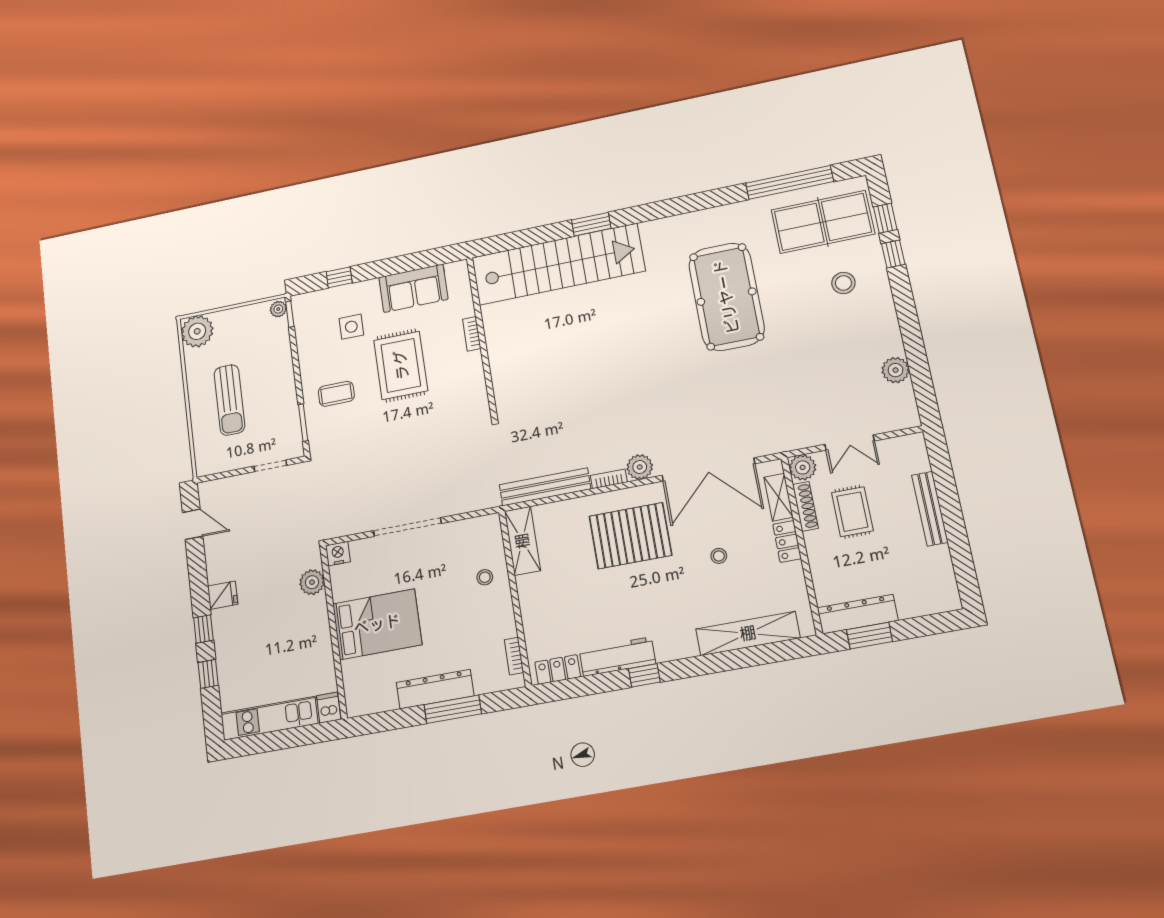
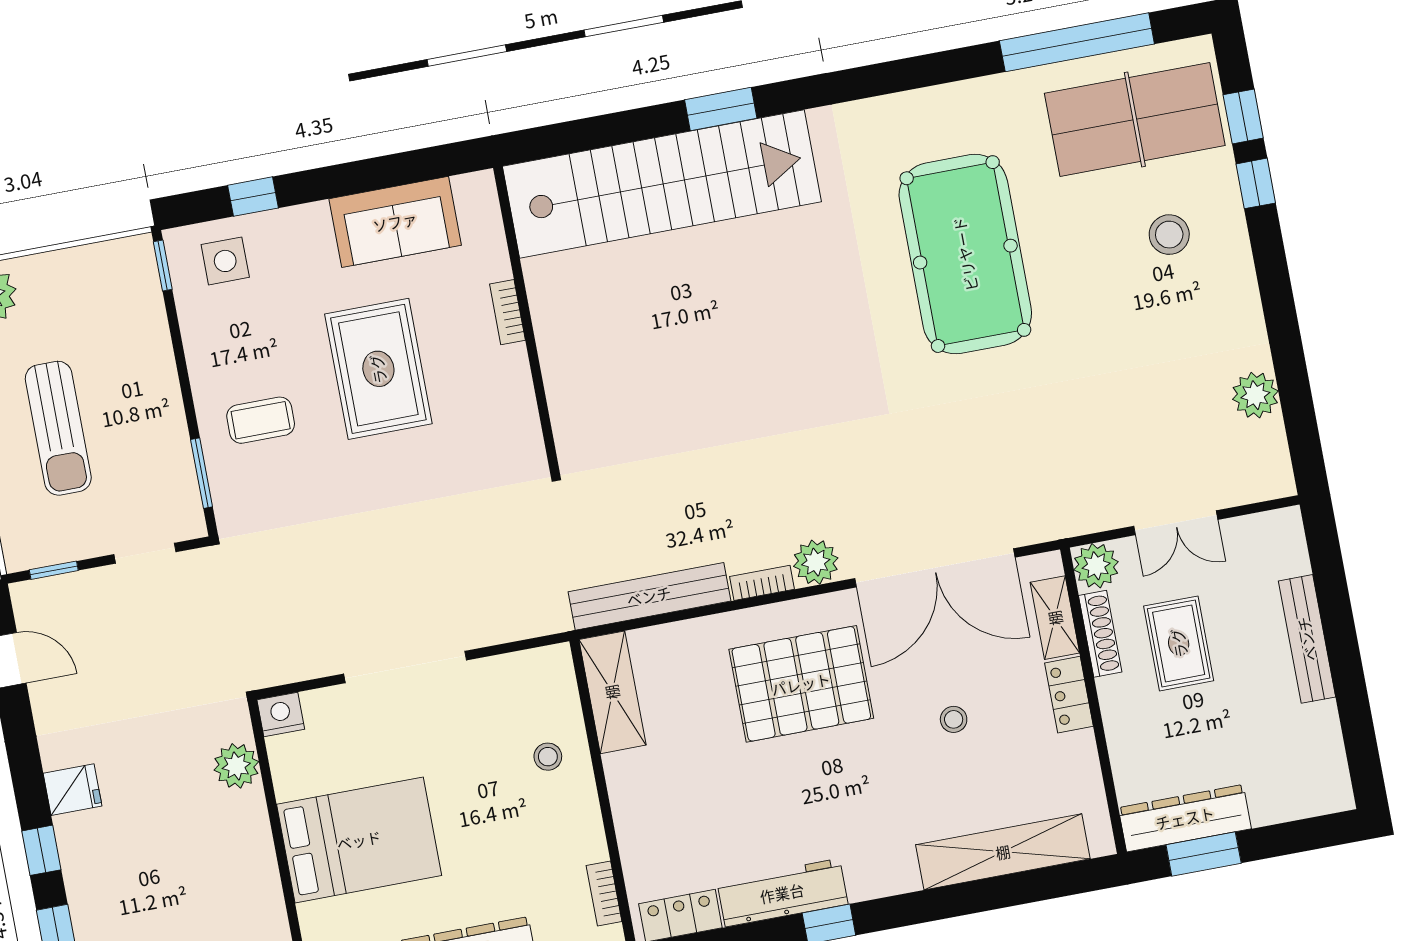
plant: (278, 309) -> (140, 255), removed
side table: (351, 327) -> (225, 261), moved
window: (222, 475) -> (54, 570), added

